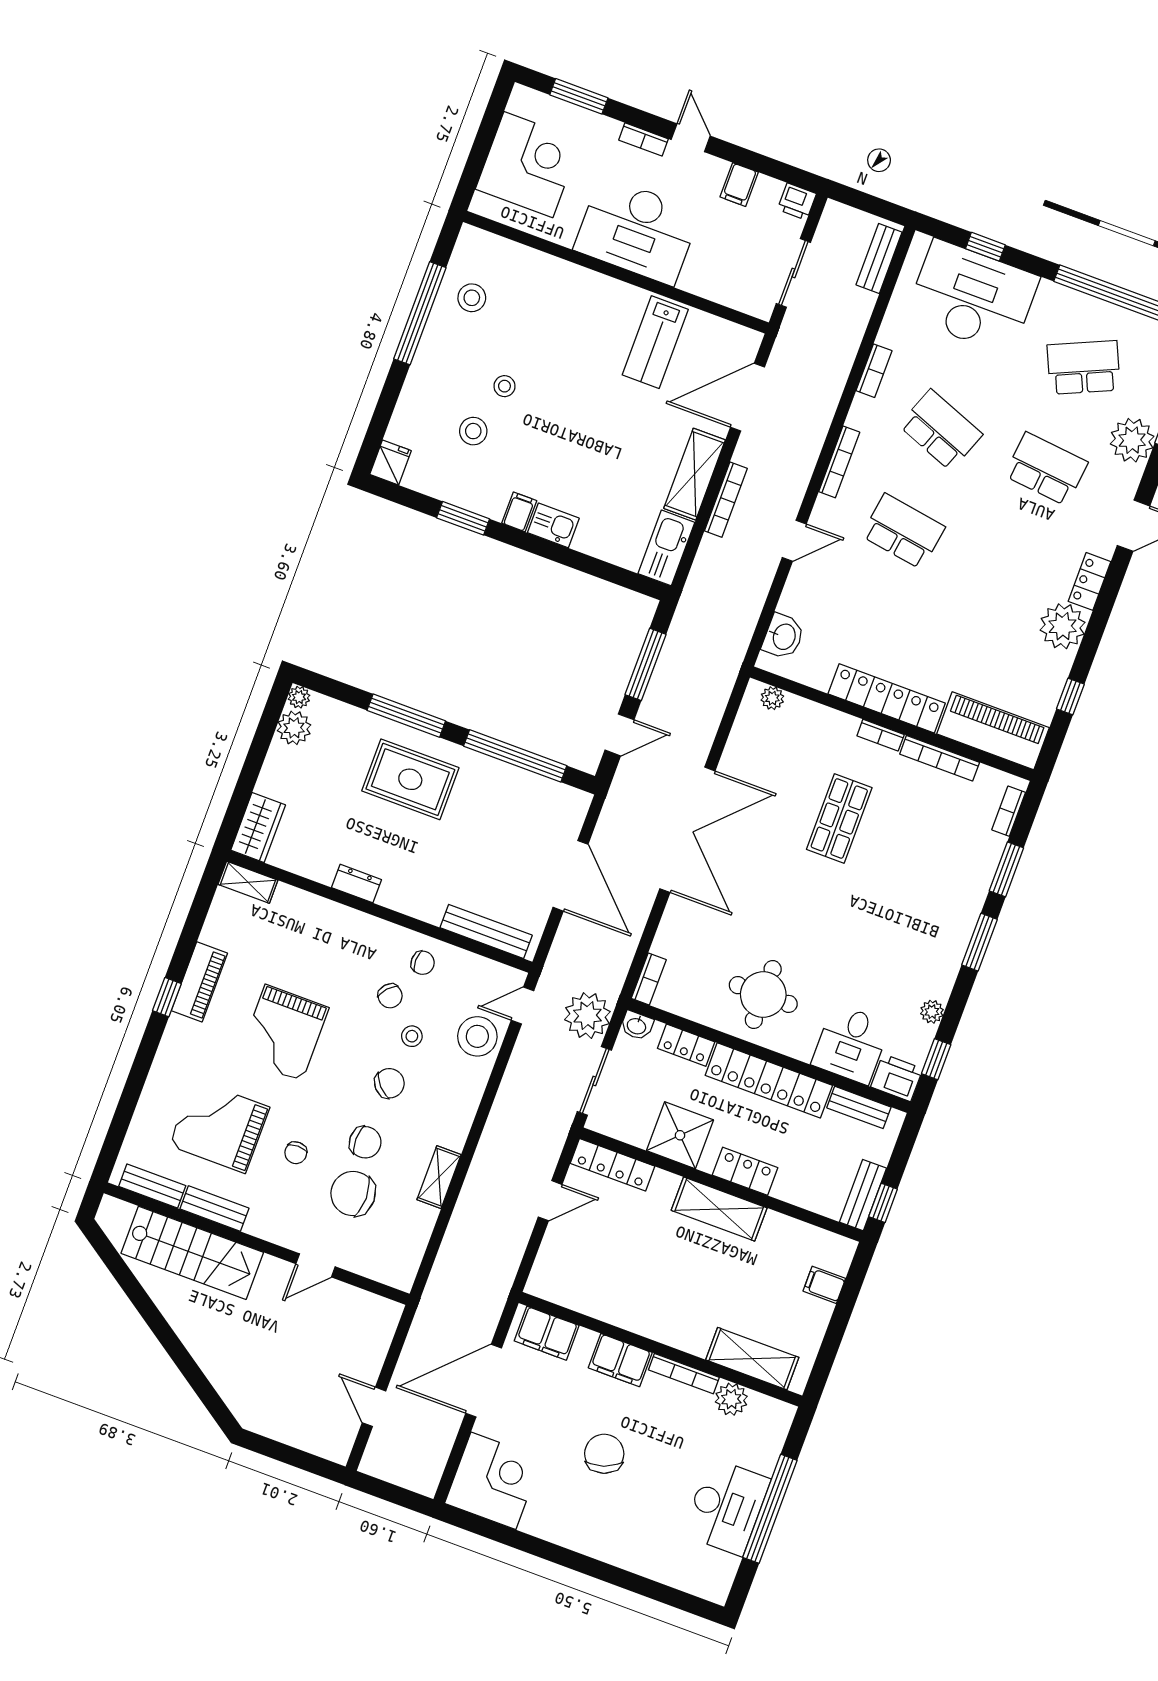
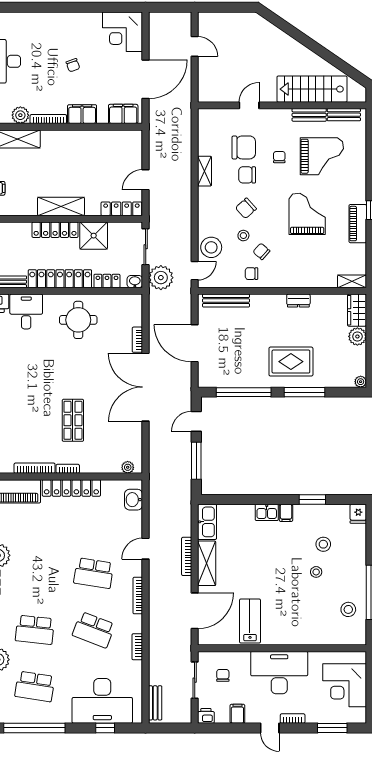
chair: (740, 263) -> (223, 675), added
school desk: (1084, 367) -> (35, 686), turned 33
plant: (294, 728) -> (357, 336), moved
bookcase: (649, 979) -> (137, 340), moved
locker: (745, 1171) -> (55, 230), width x1.53
chair: (604, 1454) -> (73, 65), width x0.54, depth x0.54

